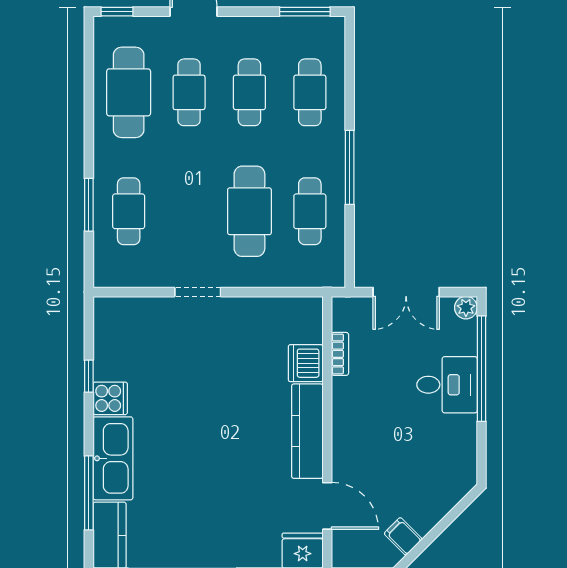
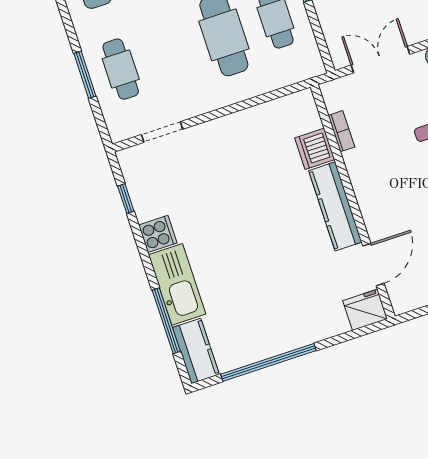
doorway: (198, 292) -> (162, 132), moved
double door: (406, 292) -> (380, 60), swing flipped
window: (89, 376) -> (126, 199), moved
door: (327, 506) -> (373, 265), hinge flipped

